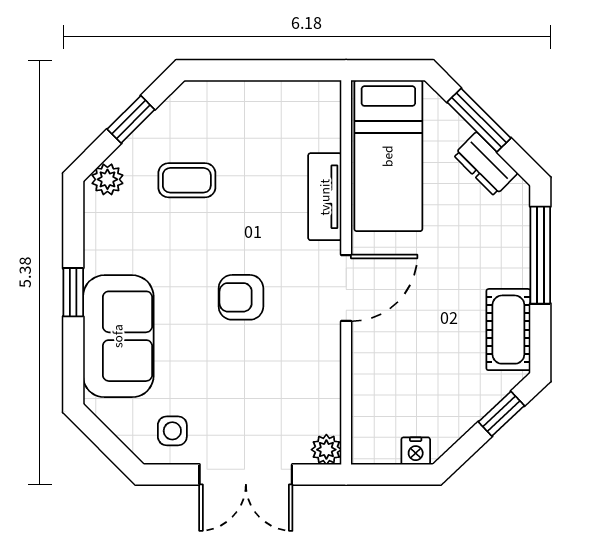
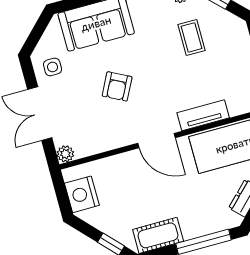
armchair: (241, 297) -> (117, 86), moved, turned -153
nightstand: (416, 451) -> (82, 194), width x1.89, depth x1.79

